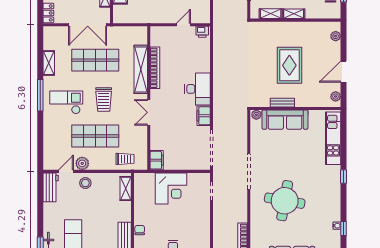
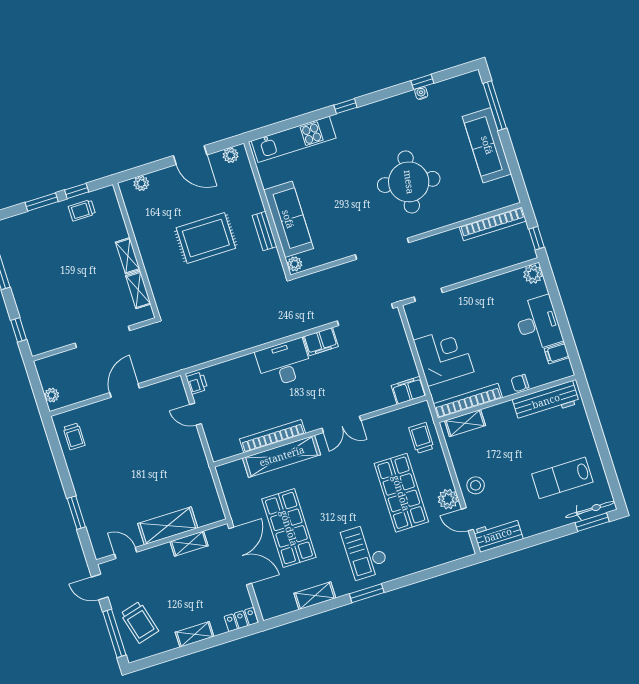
window: (40, 95) -> (367, 593), width x0.69
trolley: (104, 100) -> (344, 497), removed
bookcase: (139, 195) -> (468, 401), added

